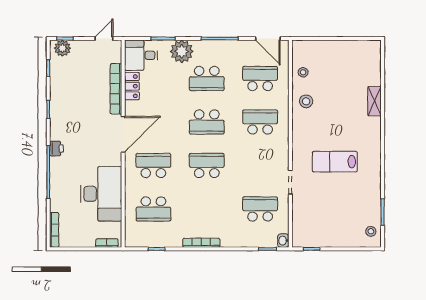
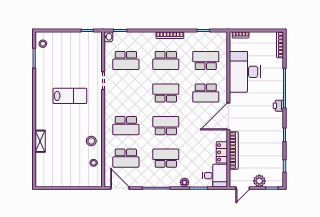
plant: (62, 48) -> (259, 181), moved
plant: (182, 51) -> (185, 182), width x0.53, depth x0.53
school desk: (207, 165) -> (166, 93), turned 180
school desk: (207, 209) -> (166, 60), added

